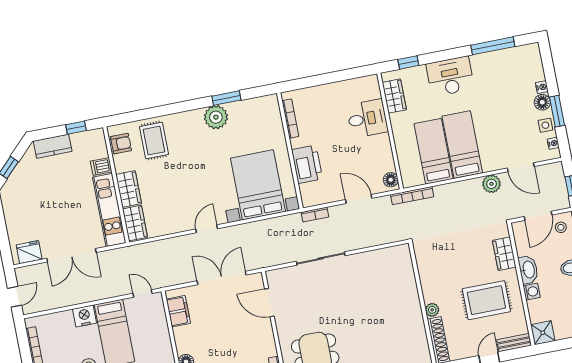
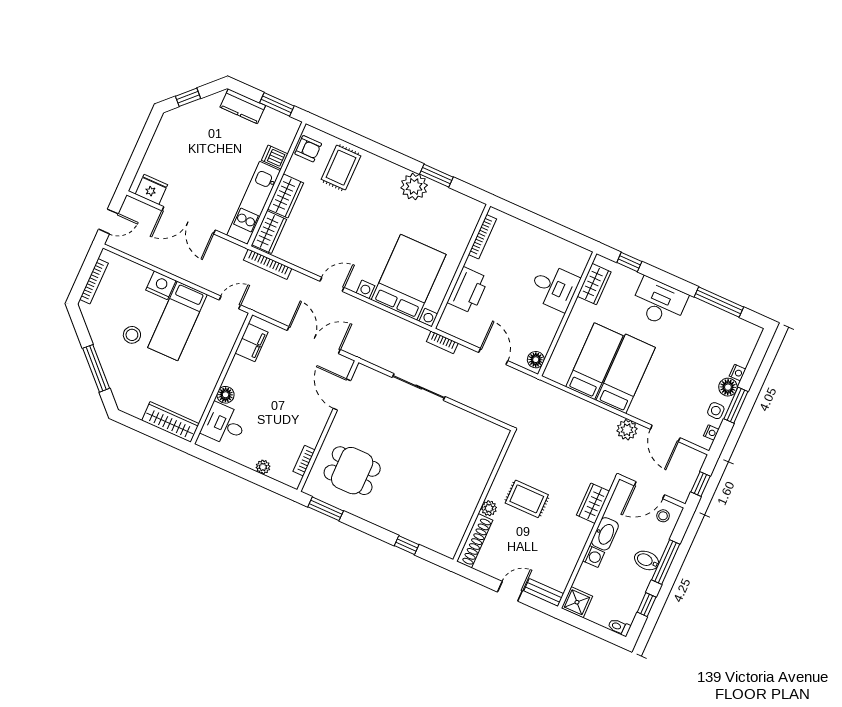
window: (76, 128) -> (277, 104), width x1.50
bookcase: (412, 196) -> (268, 264), moved
door: (143, 293) -> (230, 303), hinge flipped
rug: (486, 300) -> (527, 499), moved, width x0.73, depth x0.70

